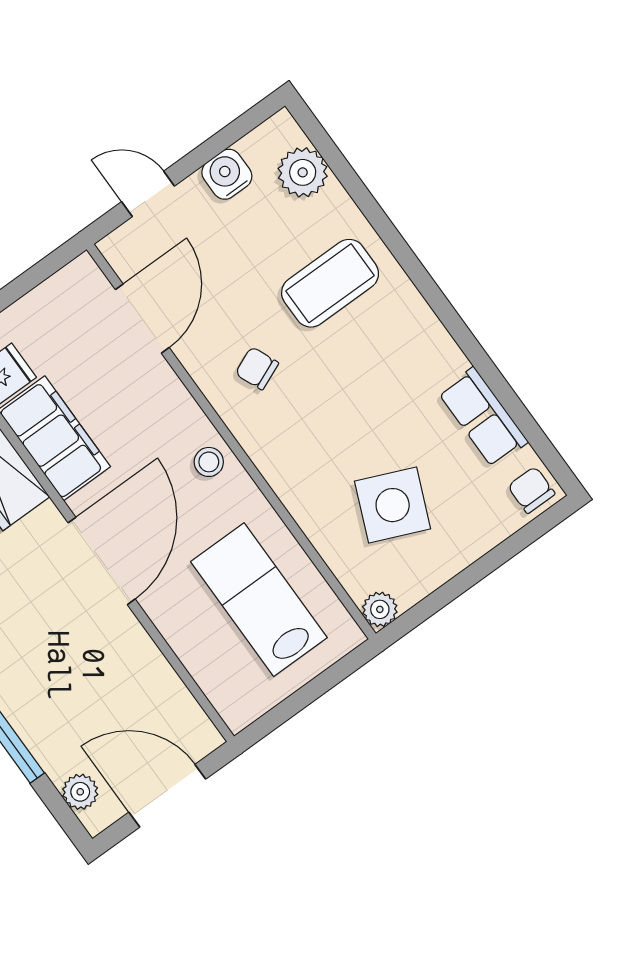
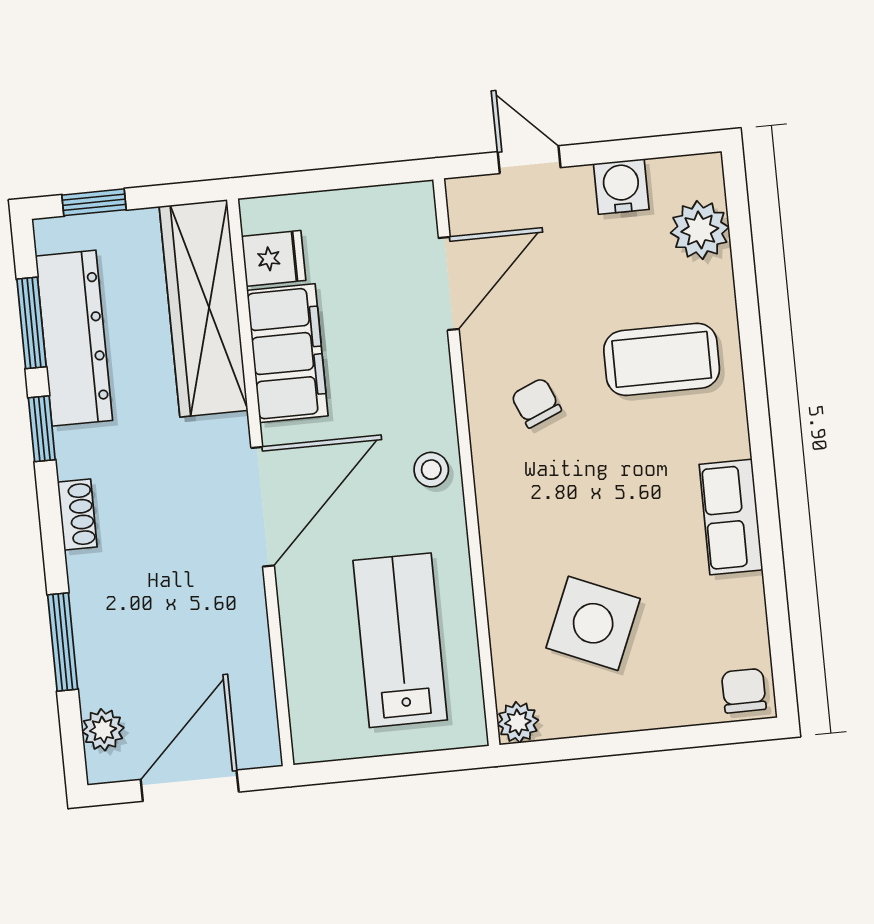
row of seats: (483, 417) -> (731, 517), moved
door: (167, 796) -> (190, 786), hinge flipped

